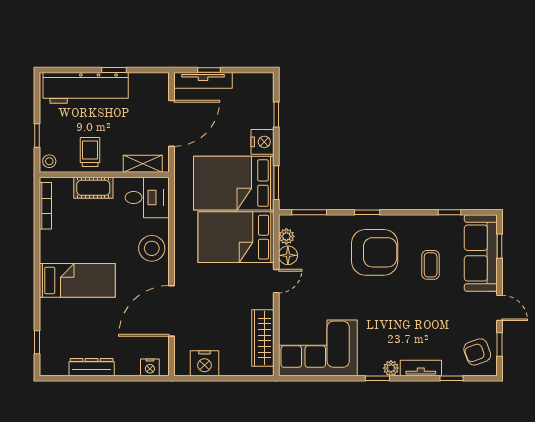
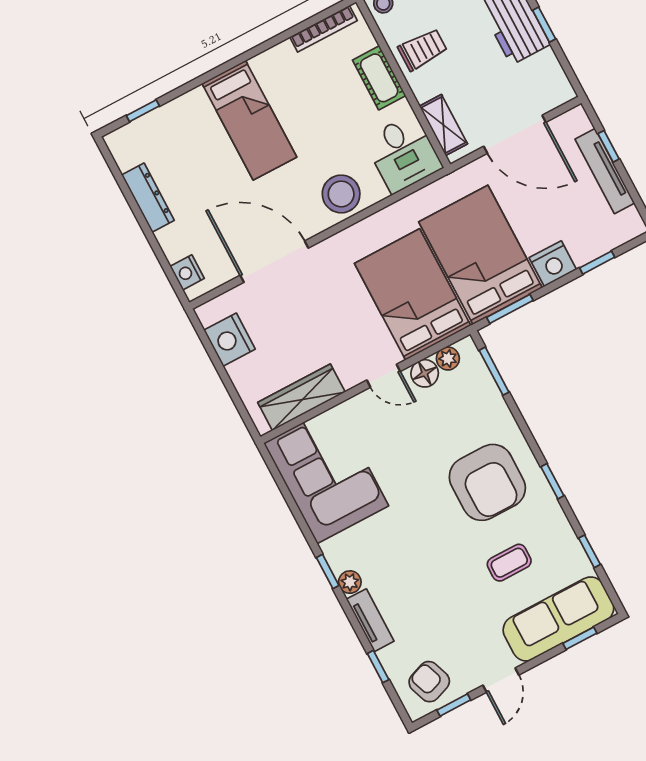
tv unit: (203, 80) -> (605, 171), moved
window: (367, 212) -> (552, 481), moved

